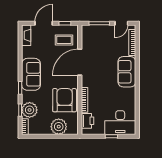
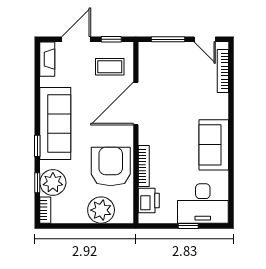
door: (121, 23) -> (205, 39), hinge flipped
sofa: (127, 72) -> (214, 145), moved
sofa: (31, 74) -> (55, 124), width x1.36

